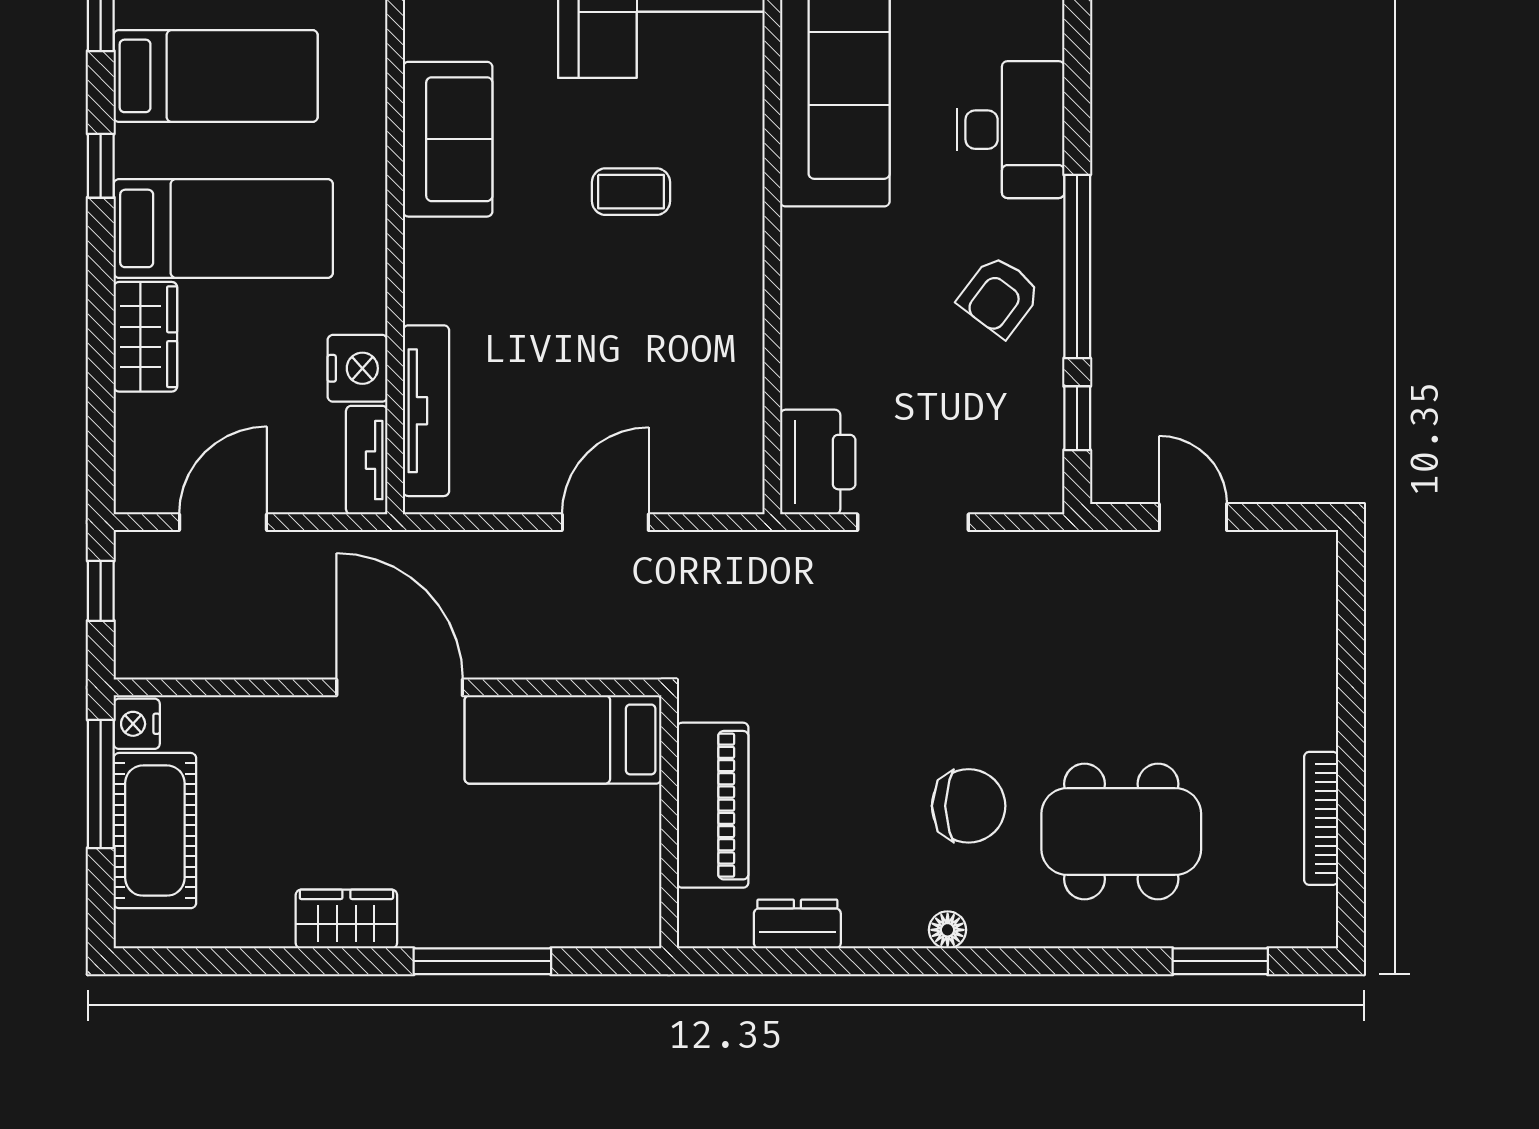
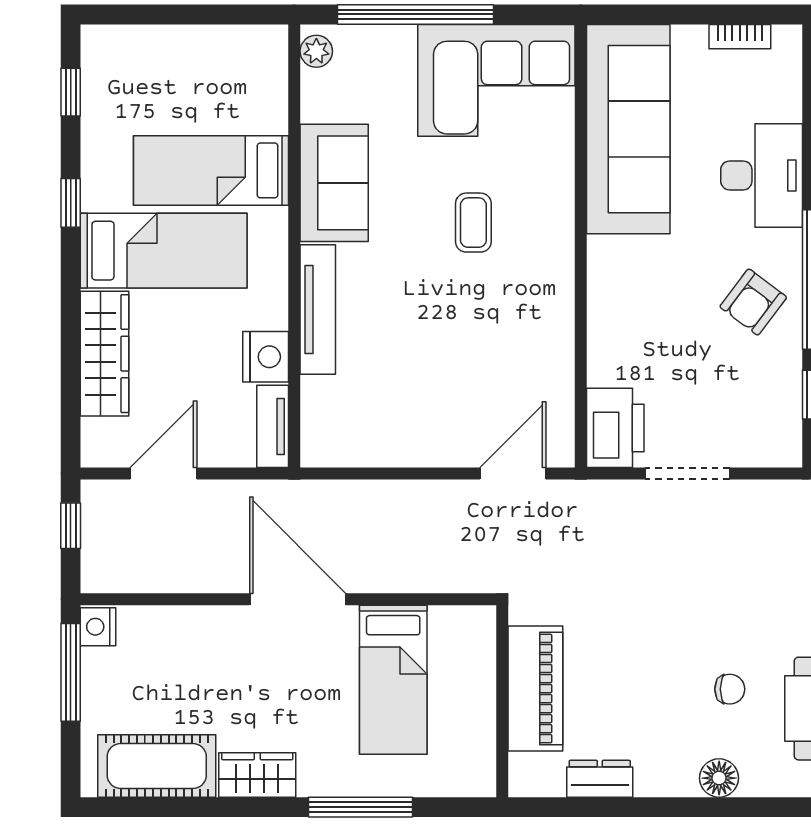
bed: (216, 76) -> (211, 170), moved, turned 180
coffee table: (631, 192) -> (473, 223), turned 90
wardrobe: (145, 337) -> (105, 354), width x1.50
tv unit: (426, 411) -> (318, 309), moved
door: (605, 522) -> (513, 474), moved
bed: (563, 739) -> (393, 680), moved, turned -90
chair: (969, 806) -> (730, 689), width x0.54, depth x0.54
cot: (155, 831) -> (157, 766), moved, turned 90
floor lamp: (948, 930) -> (719, 778), width x1.37, depth x1.37

